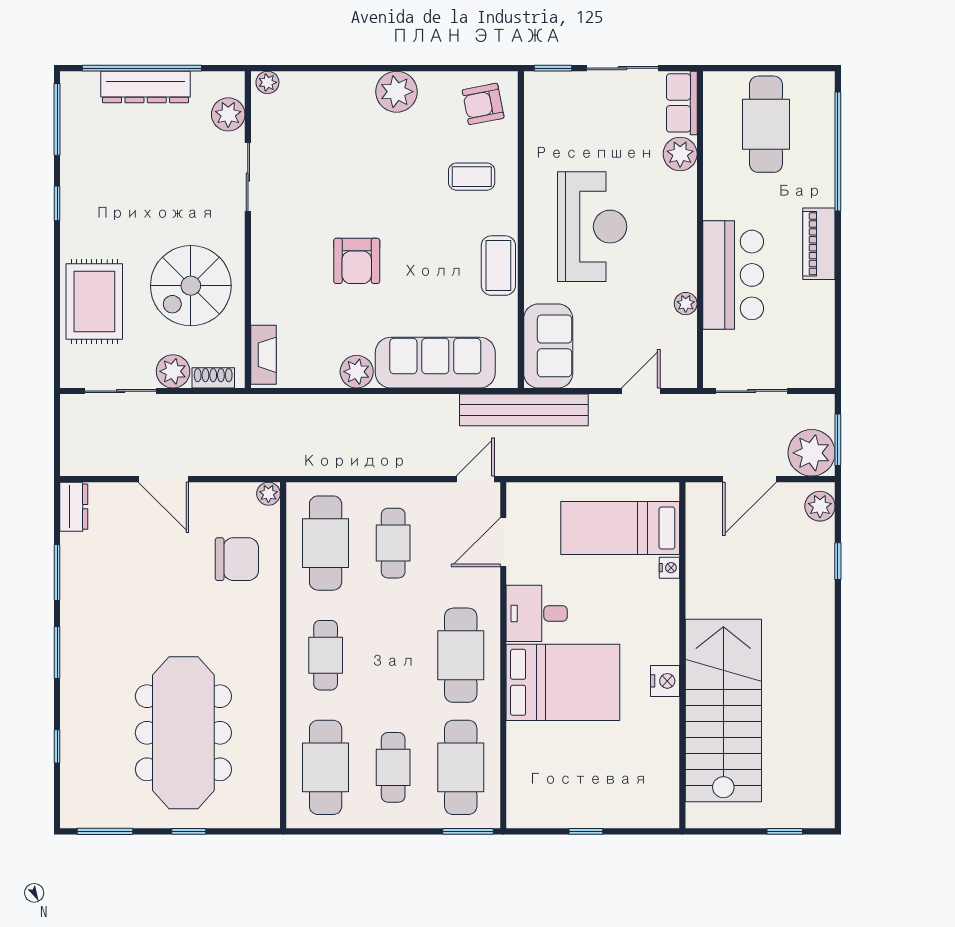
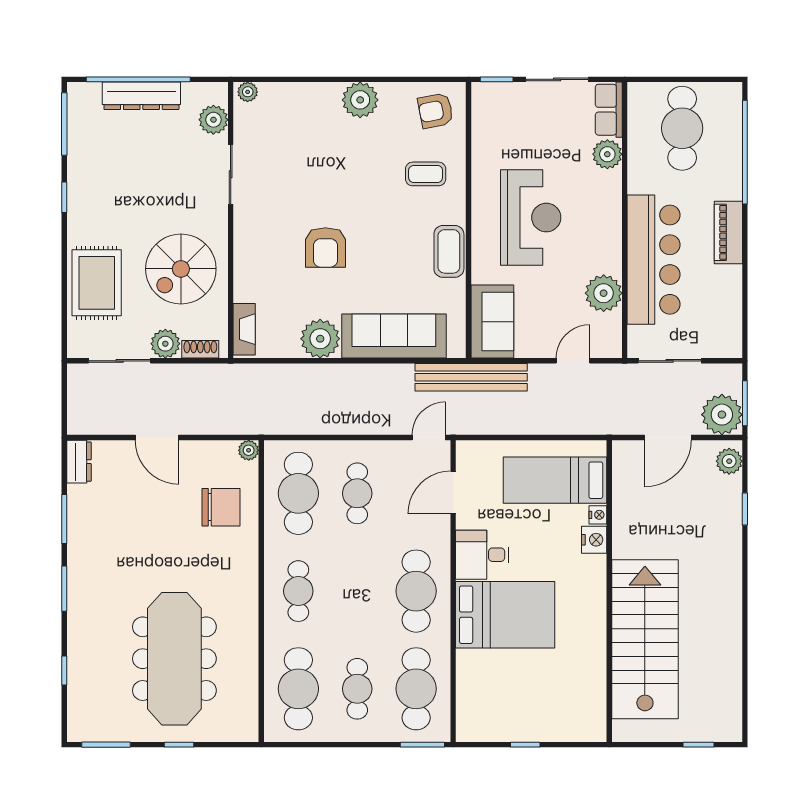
bar counter: (733, 275) -> (654, 260), width x1.36
plant: (686, 304) -> (604, 293), width x1.88, depth x1.88
plant: (357, 372) -> (320, 339), width x1.36, depth x1.36
nightstand: (665, 681) -> (594, 540), moved

